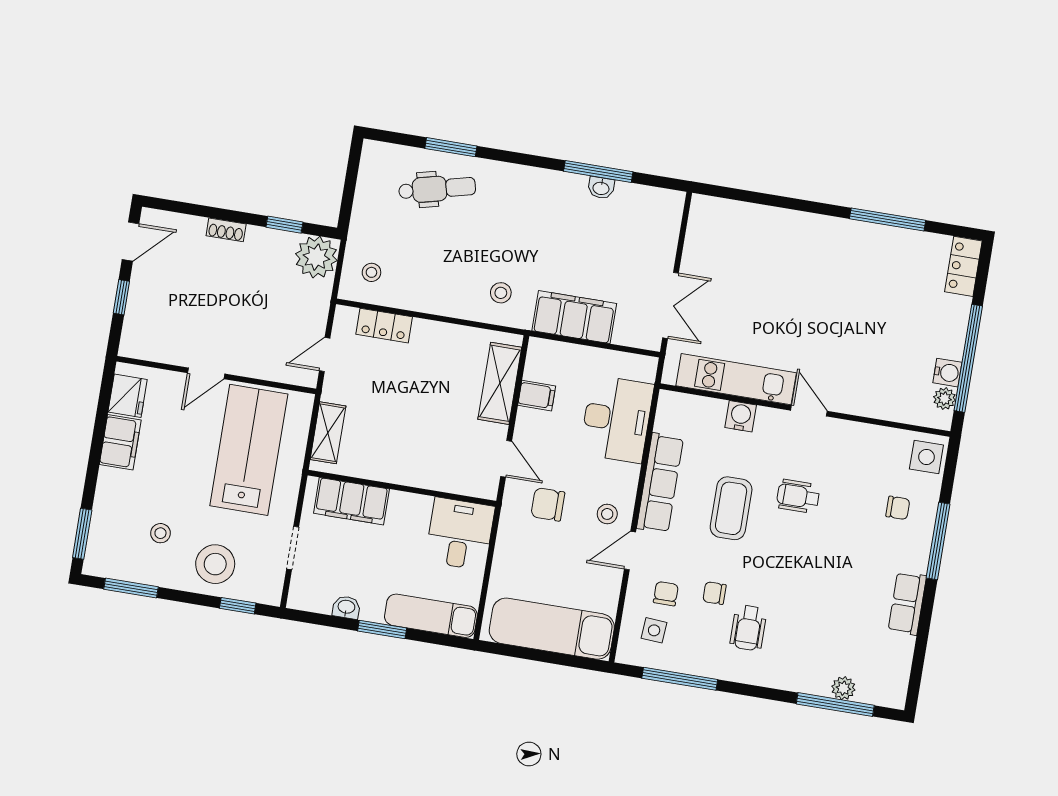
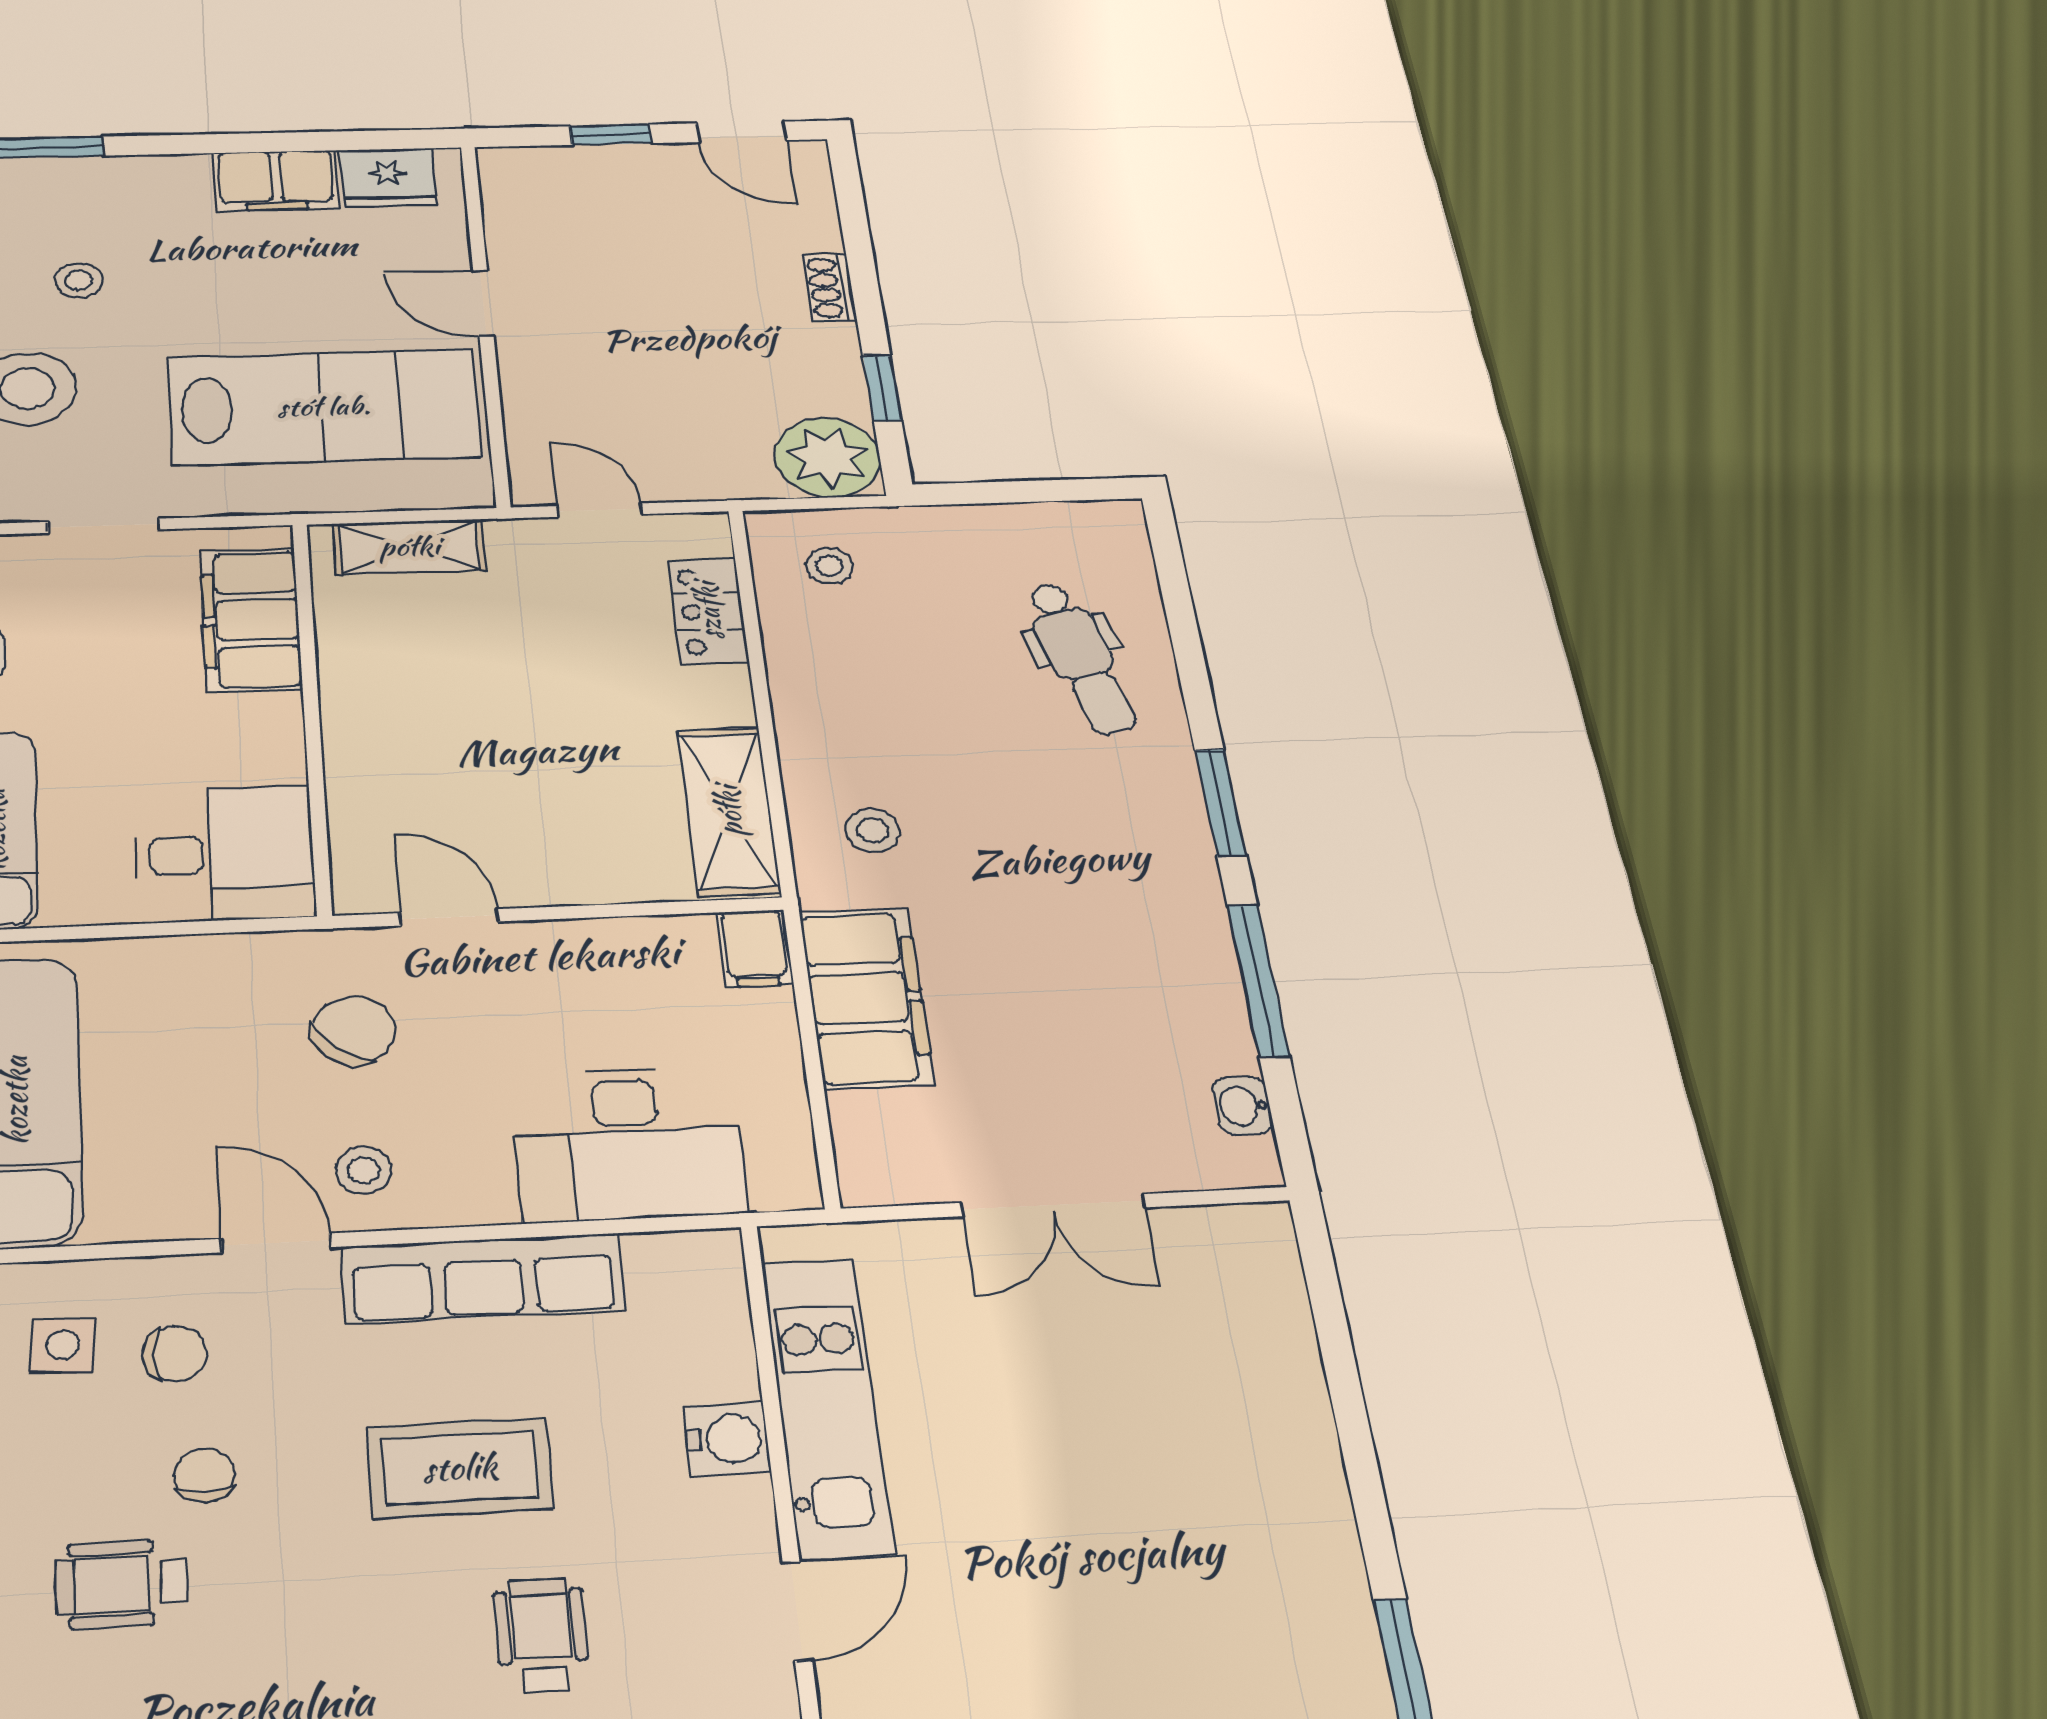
window: (451, 147) -> (1220, 802), moved
washbasin: (601, 188) -> (1243, 1106), moved
double door: (671, 305) -> (1053, 1205), moved
shelving: (500, 383) -> (729, 811), moved, turned 90
filing cabinet: (537, 396) -> (755, 948), moved
door: (506, 459) -> (449, 917), swing flipped
chair: (548, 504) -> (353, 1030), turned 42

